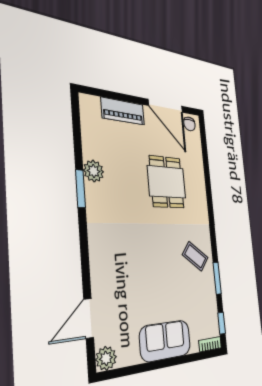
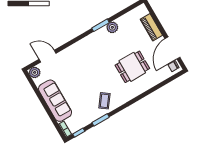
sofa: (165, 341) -> (55, 101), width x1.36

